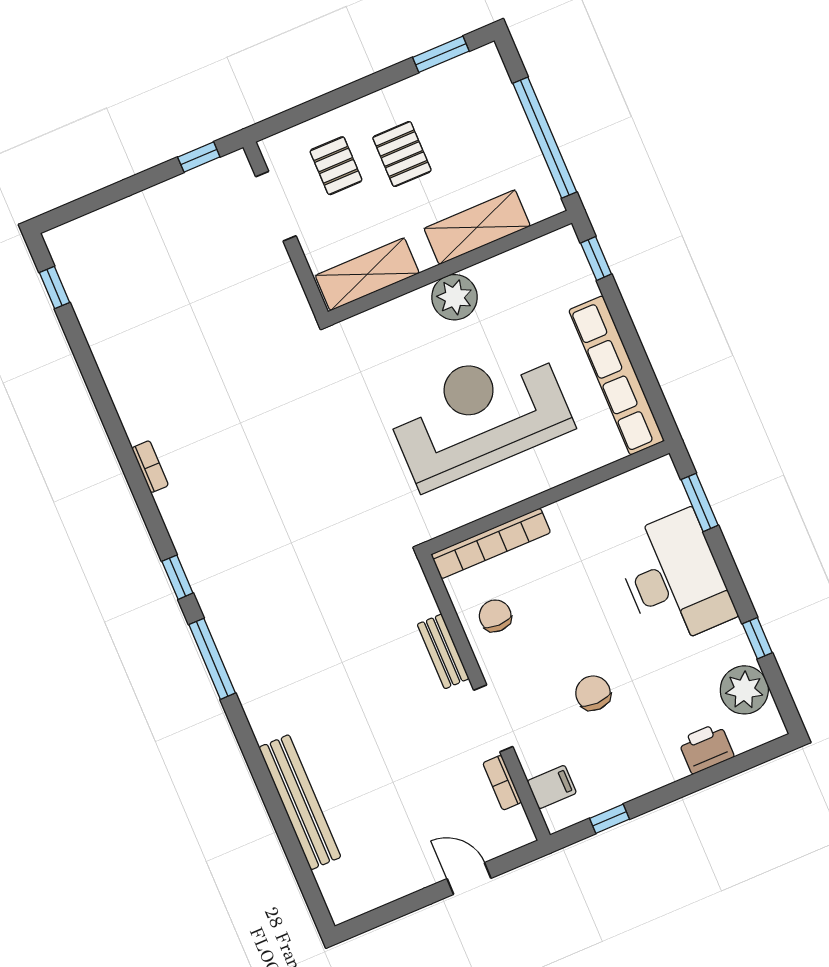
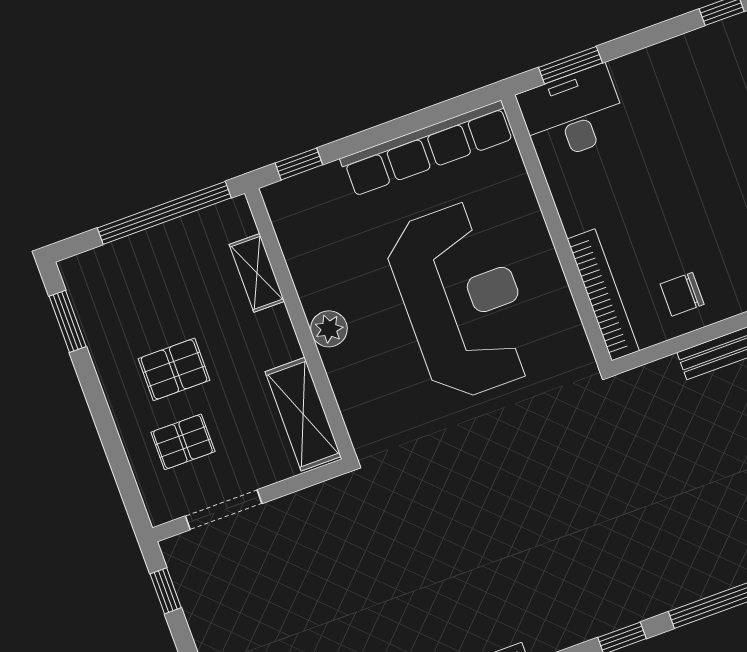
shelving: (477, 227) -> (257, 273), width x0.67, depth x0.75
plant: (454, 297) -> (329, 329), width x0.73, depth x0.73
reception desk: (479, 415) -> (462, 301), turned 180
desk: (674, 578) -> (573, 114), moved, width x0.73, depth x0.77

